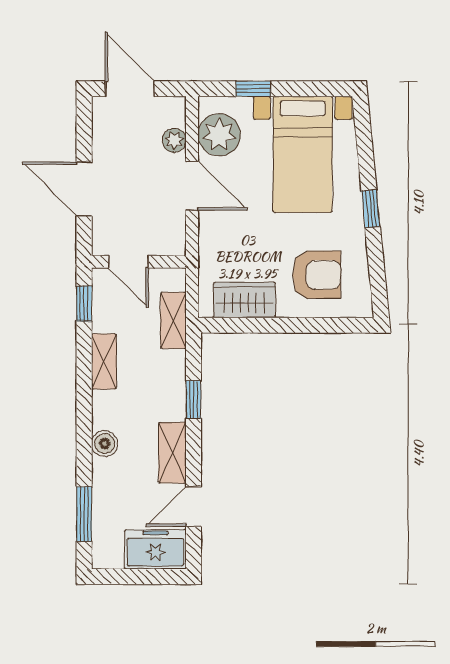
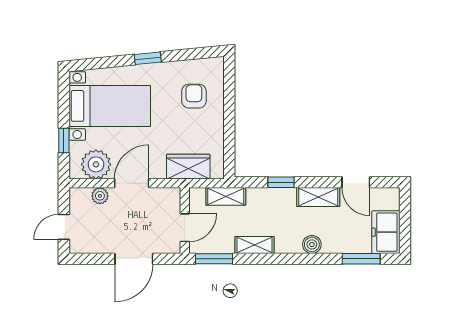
door: (130, 89) -> (64, 227), width x0.73
armchair: (317, 275) -> (194, 96), width x0.72, depth x0.72
wardrobe: (244, 300) -> (188, 167), moved, turned 90
window: (84, 304) -> (214, 259), width x1.50
freezer: (155, 549) -> (386, 232), moved

